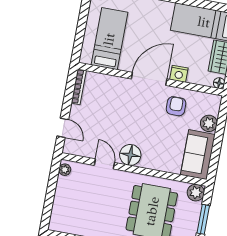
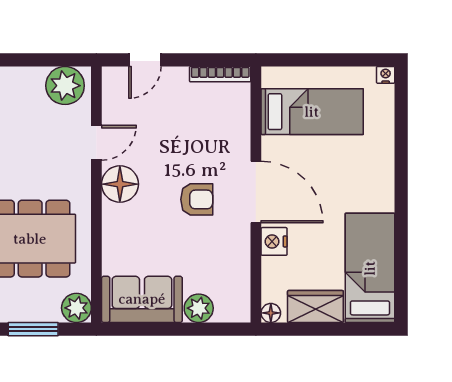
armchair: (176, 106) -> (197, 199), moved
plant: (65, 170) -> (65, 86), width x1.88, depth x1.88

